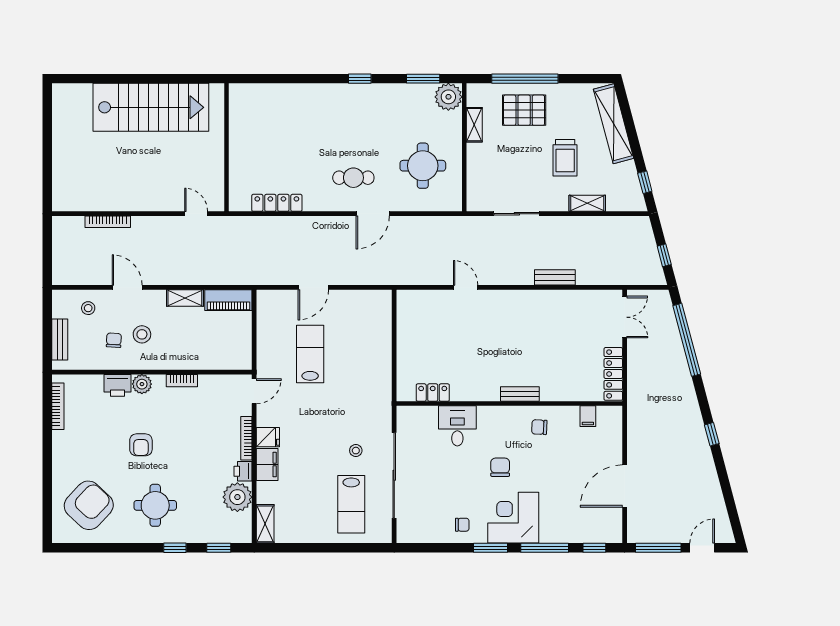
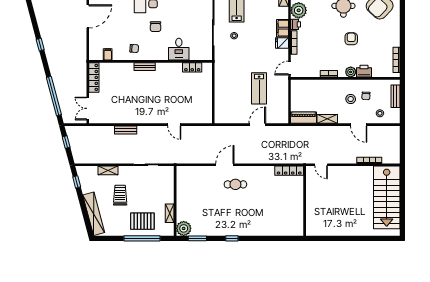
stairs: (151, 107) -> (387, 197), moved, turned -90
round table: (423, 166) -> (198, 191), removed
locker: (277, 203) -> (289, 171), moved

